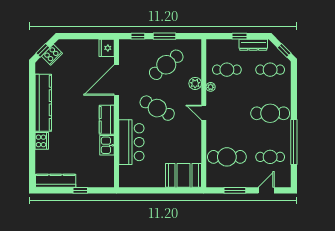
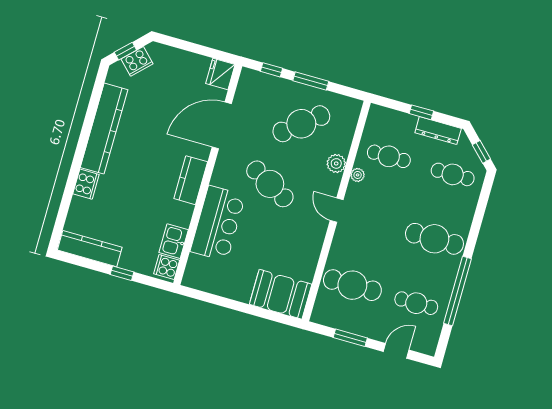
kitchen sink: (107, 145) -> (174, 241), moved
cooker: (107, 179) -> (167, 267), added

